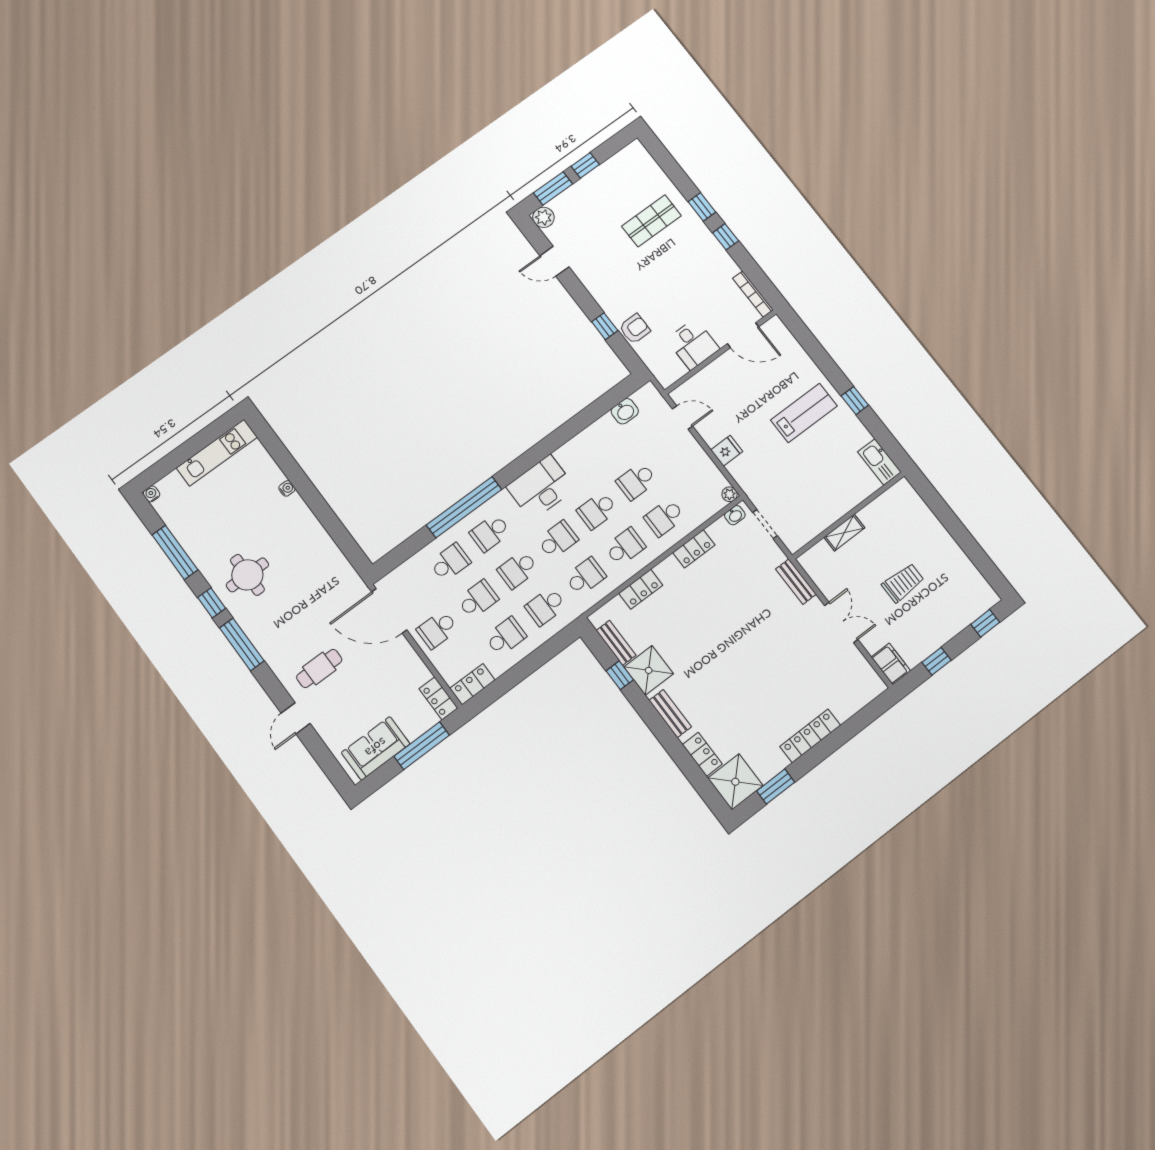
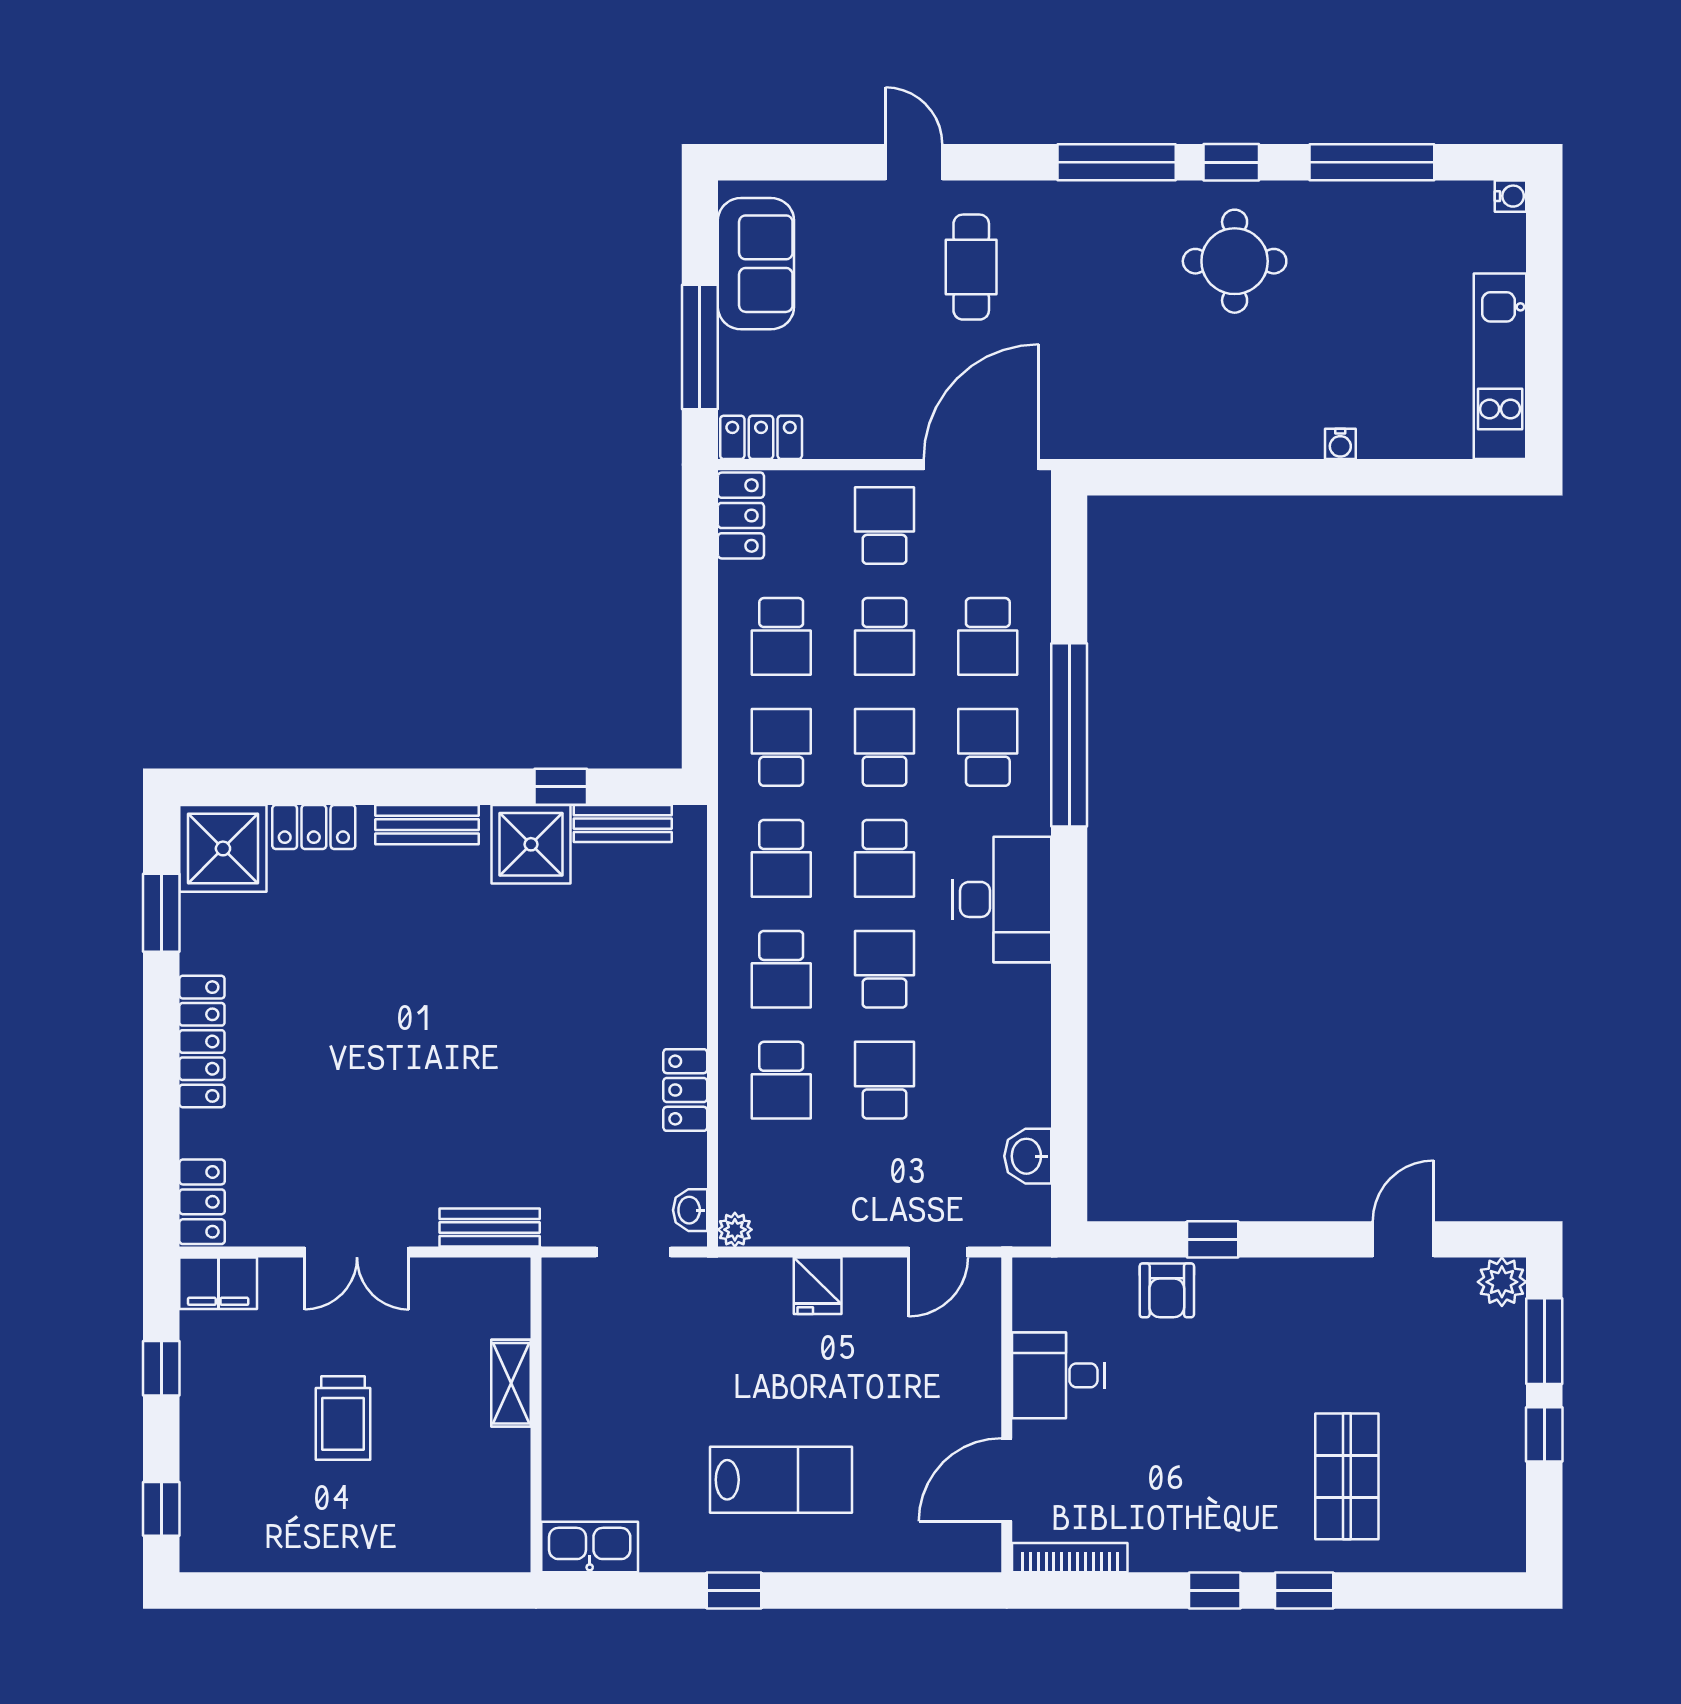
lab bench: (804, 413) -> (781, 1480), turned -90
school desk: (664, 517) -> (781, 1080), turned 180
locker: (641, 589) -> (202, 1202), moved, turned 180

